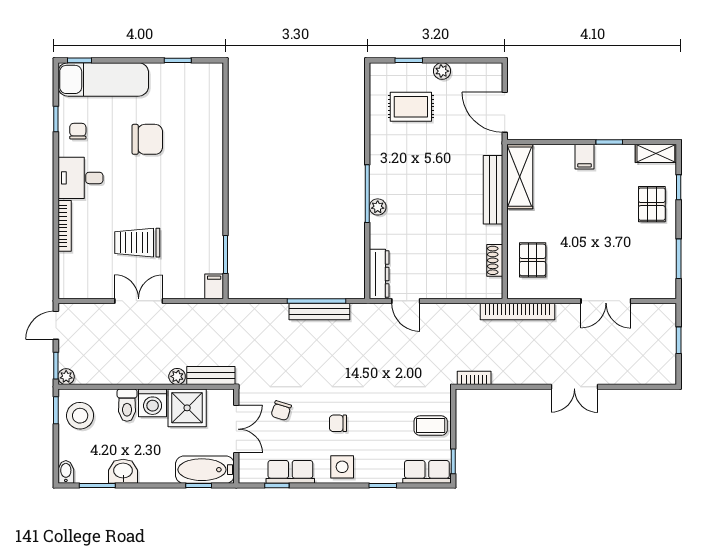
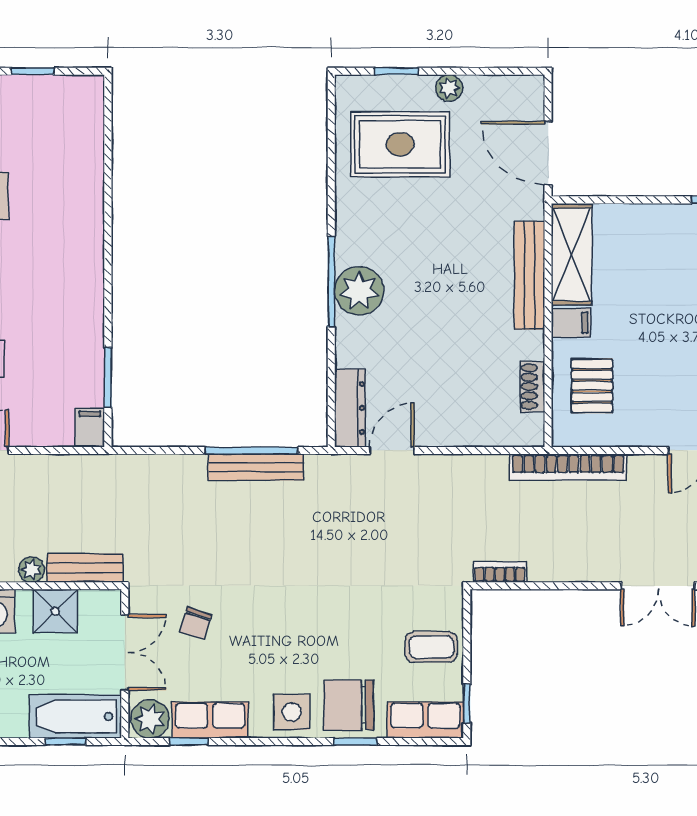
rug: (411, 107) -> (400, 144), width x1.36, depth x1.43
filing cabinet: (585, 157) -> (571, 323), moved, turned -90
plant: (378, 207) -> (359, 291), width x1.87, depth x1.87
door: (406, 301) -> (392, 450), swing flipped
shower: (187, 408) -> (55, 611), width x0.73, depth x0.73
chair: (338, 423) -> (349, 705), moved, width x1.87, depth x1.87
plant: (252, 471) -> (150, 719), added

